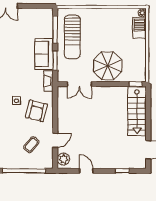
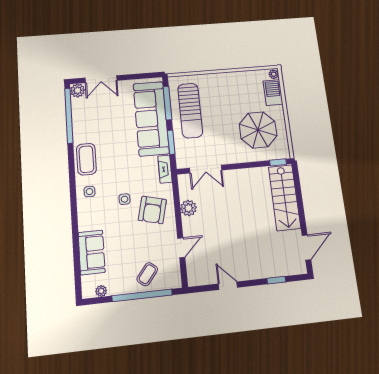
sofa: (44, 54) -> (151, 118), width x1.85, depth x1.27
parasol: (108, 66) -> (258, 130), moved
coffee table: (31, 145) -> (147, 274), moved
plant: (63, 159) -> (189, 208), moved

